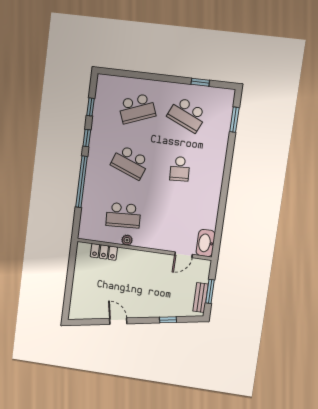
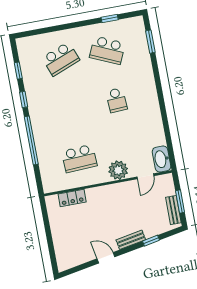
school desk: (130, 162) -> (70, 109), removed
plant: (127, 240) -> (118, 170), moved, width x1.87, depth x1.87
bench: (148, 312) -> (131, 240), added

